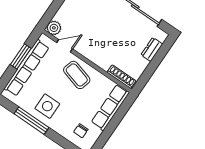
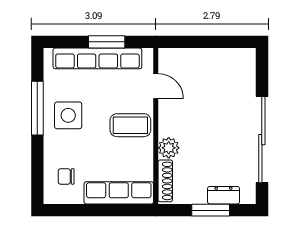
plant: (54, 28) -> (169, 148), moved
window: (155, 62) -> (211, 210), added
coffee table: (77, 75) -> (130, 125), turned 74

